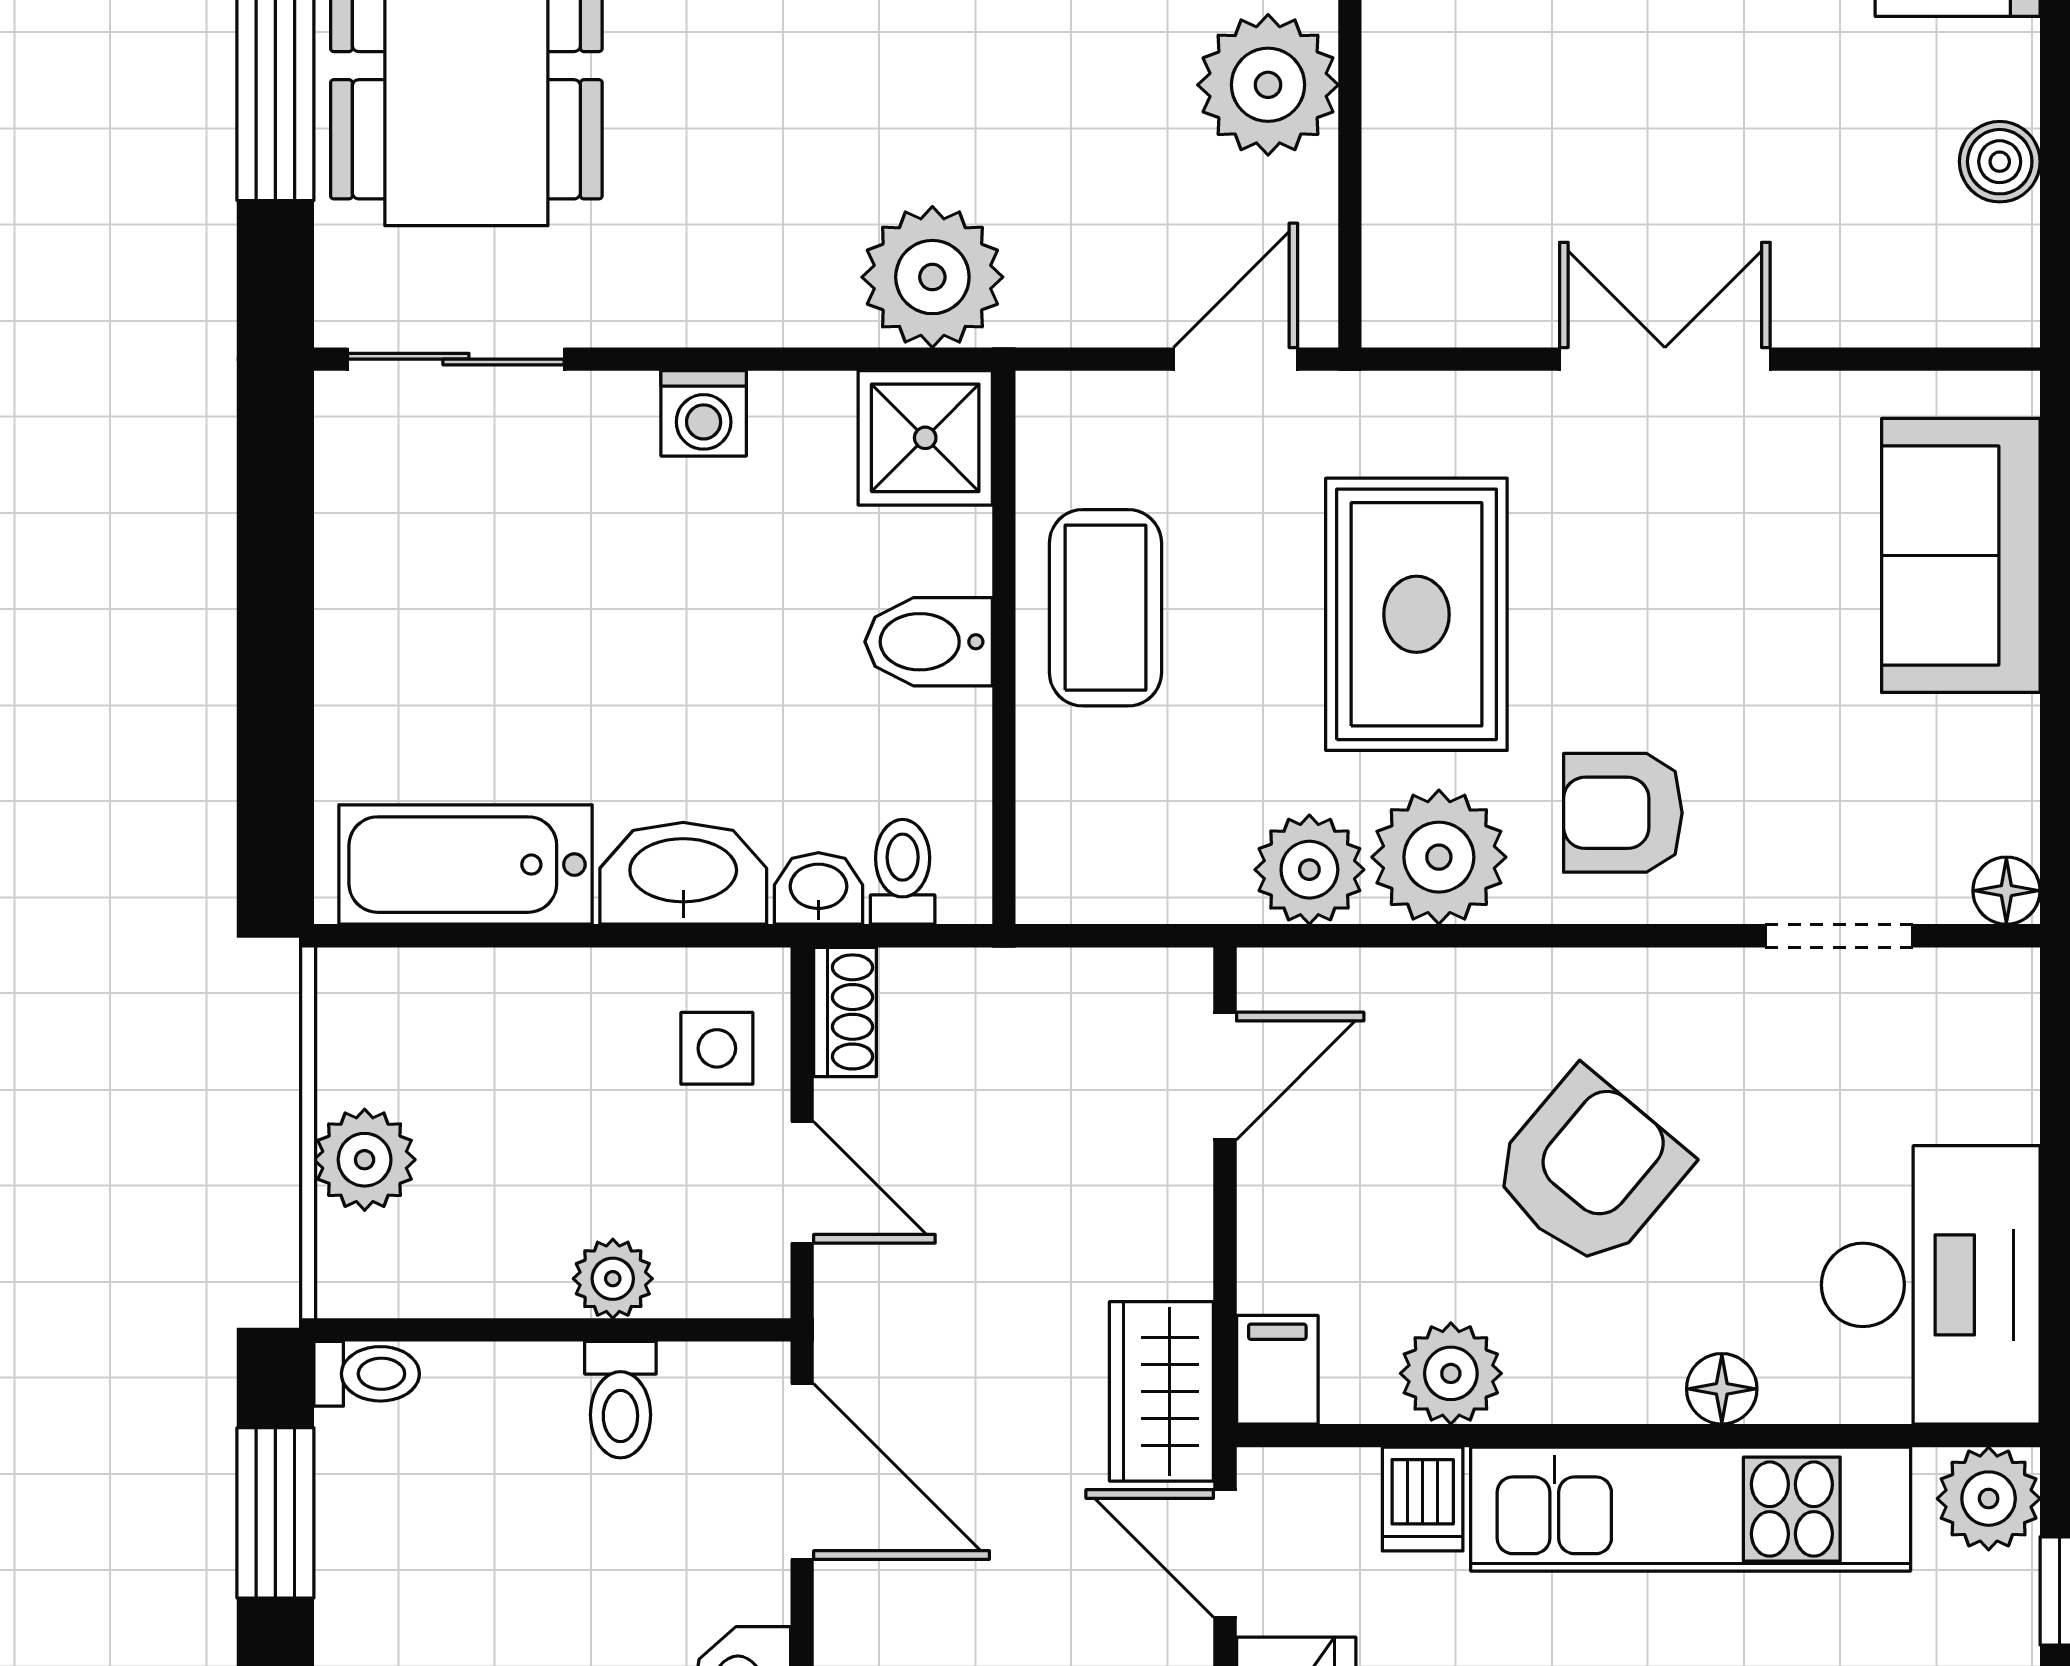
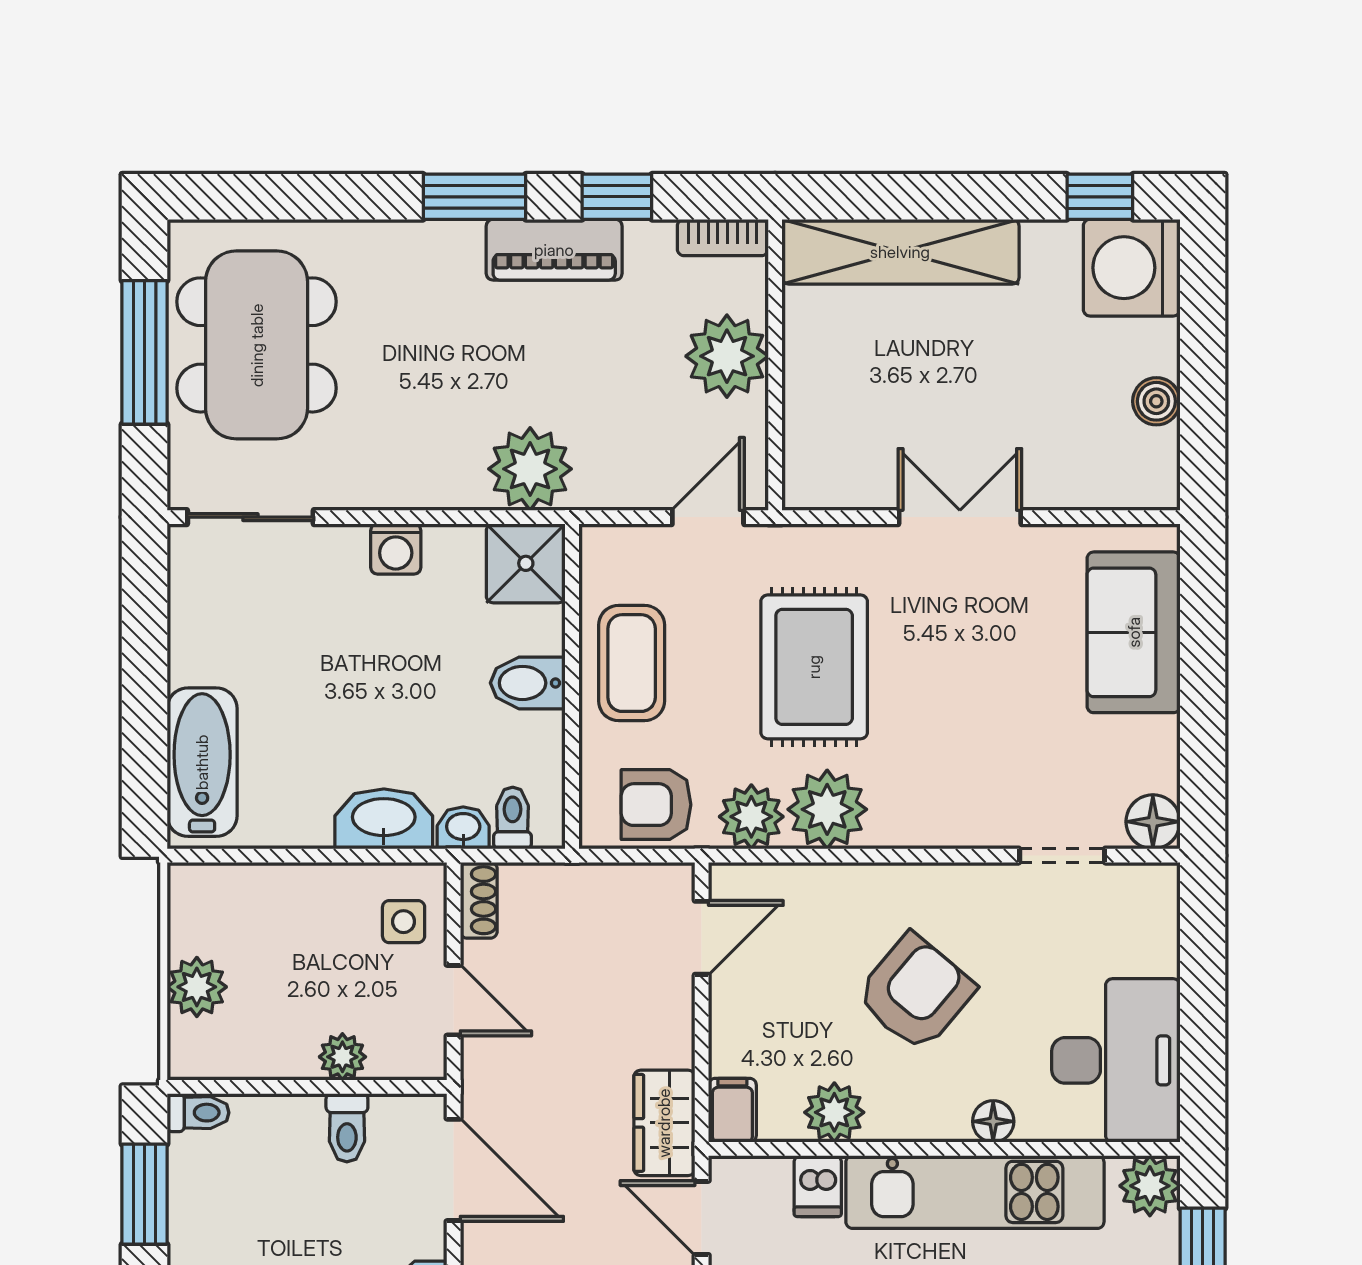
armchair: (1623, 813) -> (656, 805), moved
bathtub: (465, 865) -> (202, 762), moved, turned 90
floor lamp: (2006, 891) -> (1153, 822), width x1.37, depth x1.37

